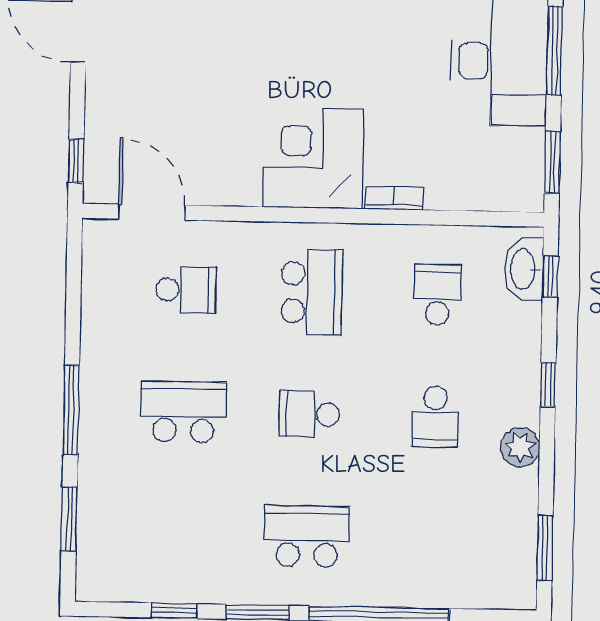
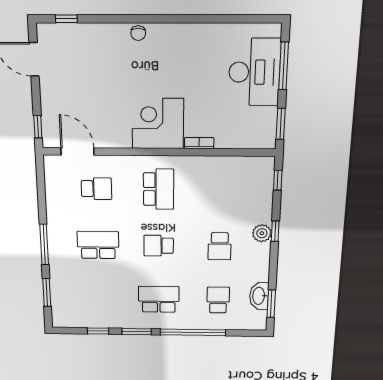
washbasin: (524, 269) -> (259, 296), moved
school desk: (437, 295) -> (218, 300), moved
plant: (520, 447) -> (262, 233), moved

